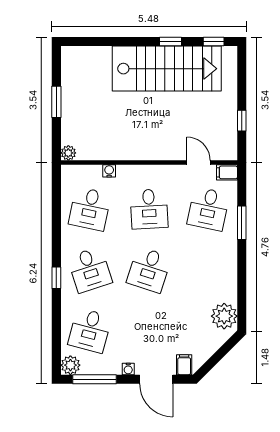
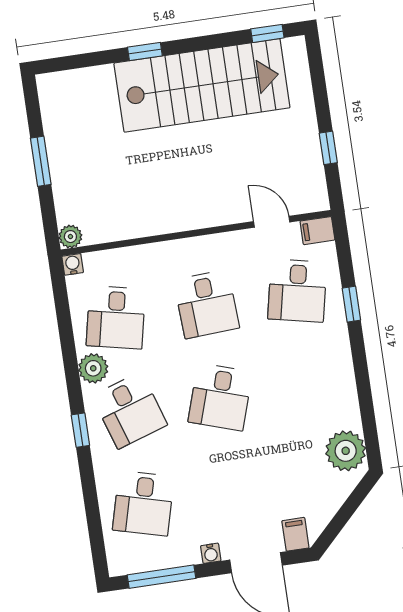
window: (171, 42) -> (145, 52), moved
water cooler: (109, 171) -> (73, 264), moved
window: (242, 223) -> (351, 304), width x0.67
plant: (70, 365) -> (93, 368), moved

